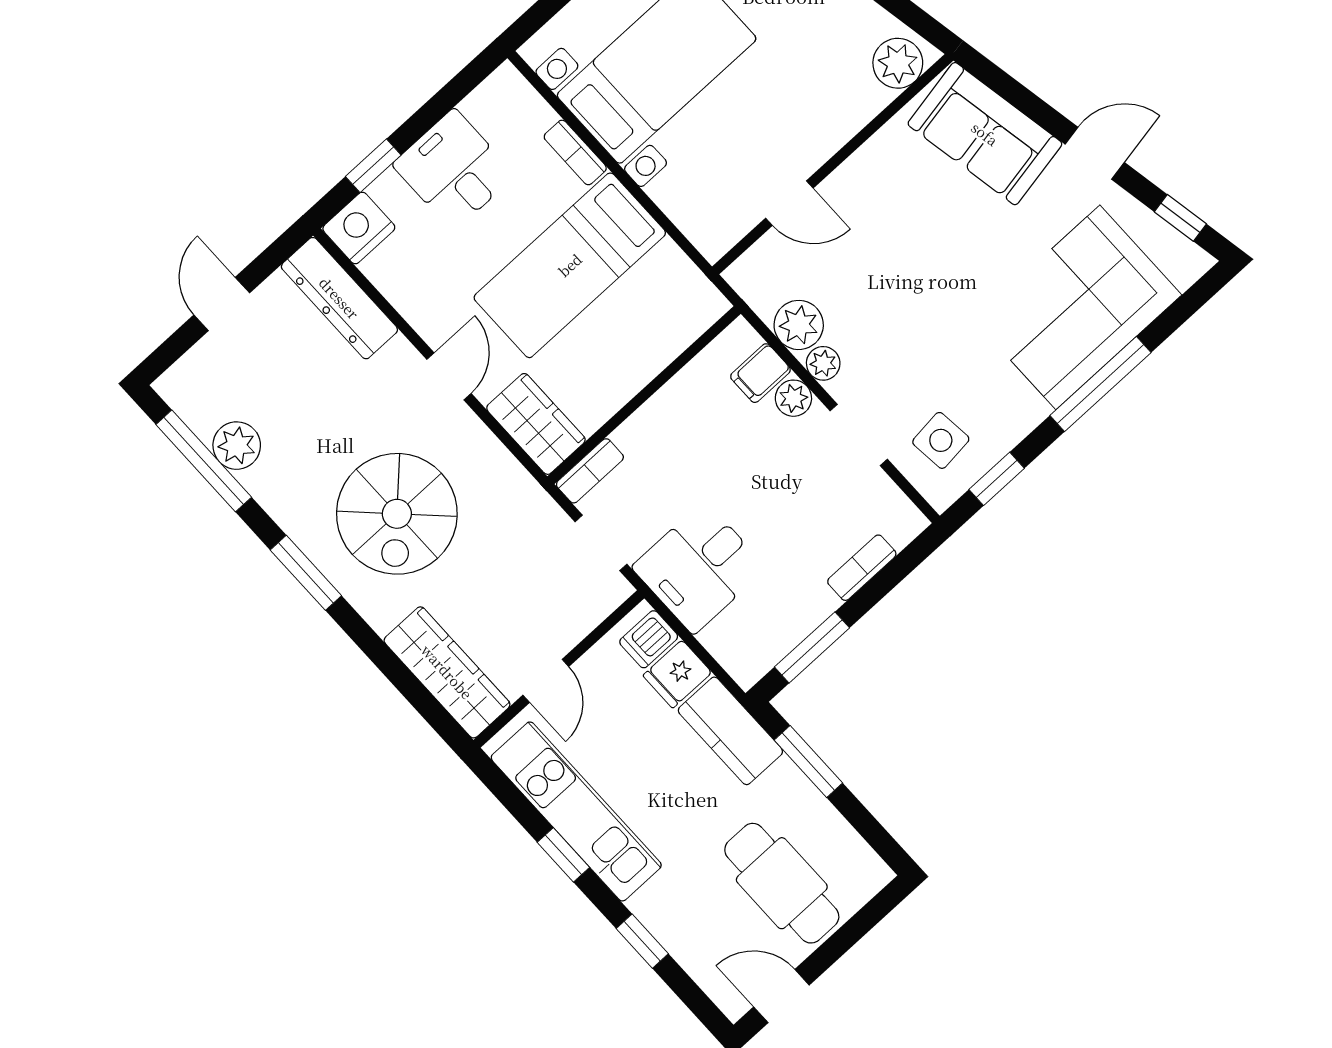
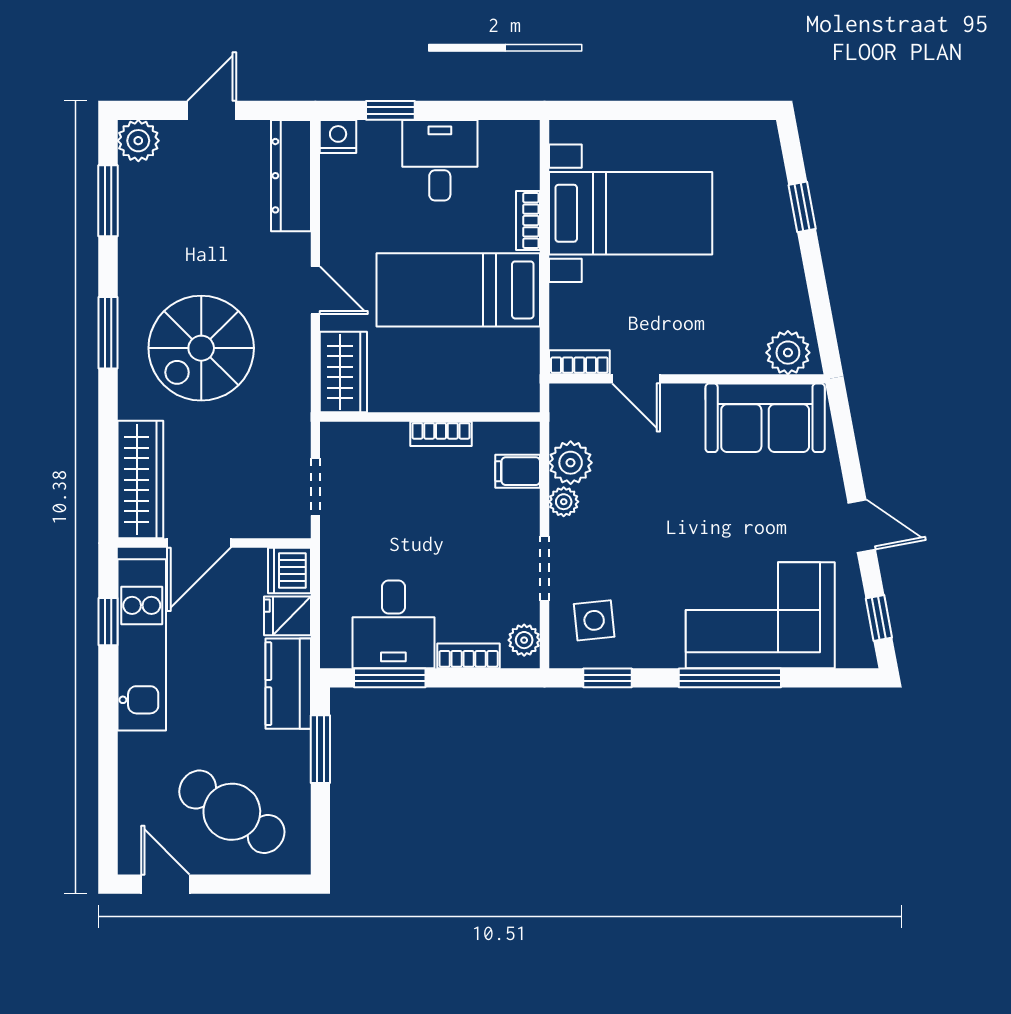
sofa: (985, 134) -> (765, 418), moved, turned -79
nightstand: (359, 228) -> (338, 137), width x0.74, depth x0.75
bookcase: (728, 233) -> (579, 362), added
door: (449, 376) -> (315, 290), hinge flipped
plant: (793, 398) -> (524, 640), moved
plant: (237, 446) -> (138, 141), moved
window: (204, 461) -> (108, 201), width x0.69
bookcase: (590, 471) -> (441, 434), moved
desk: (699, 567) -> (393, 624), moved, turned -90
dishwasher: (649, 639) -> (289, 570), width x1.38
door: (546, 681) -> (199, 543), width x1.38
window: (563, 855) -> (108, 622), moved
cafe table: (782, 883) -> (232, 812), turned -57
window: (642, 941) -> (108, 767), removed

